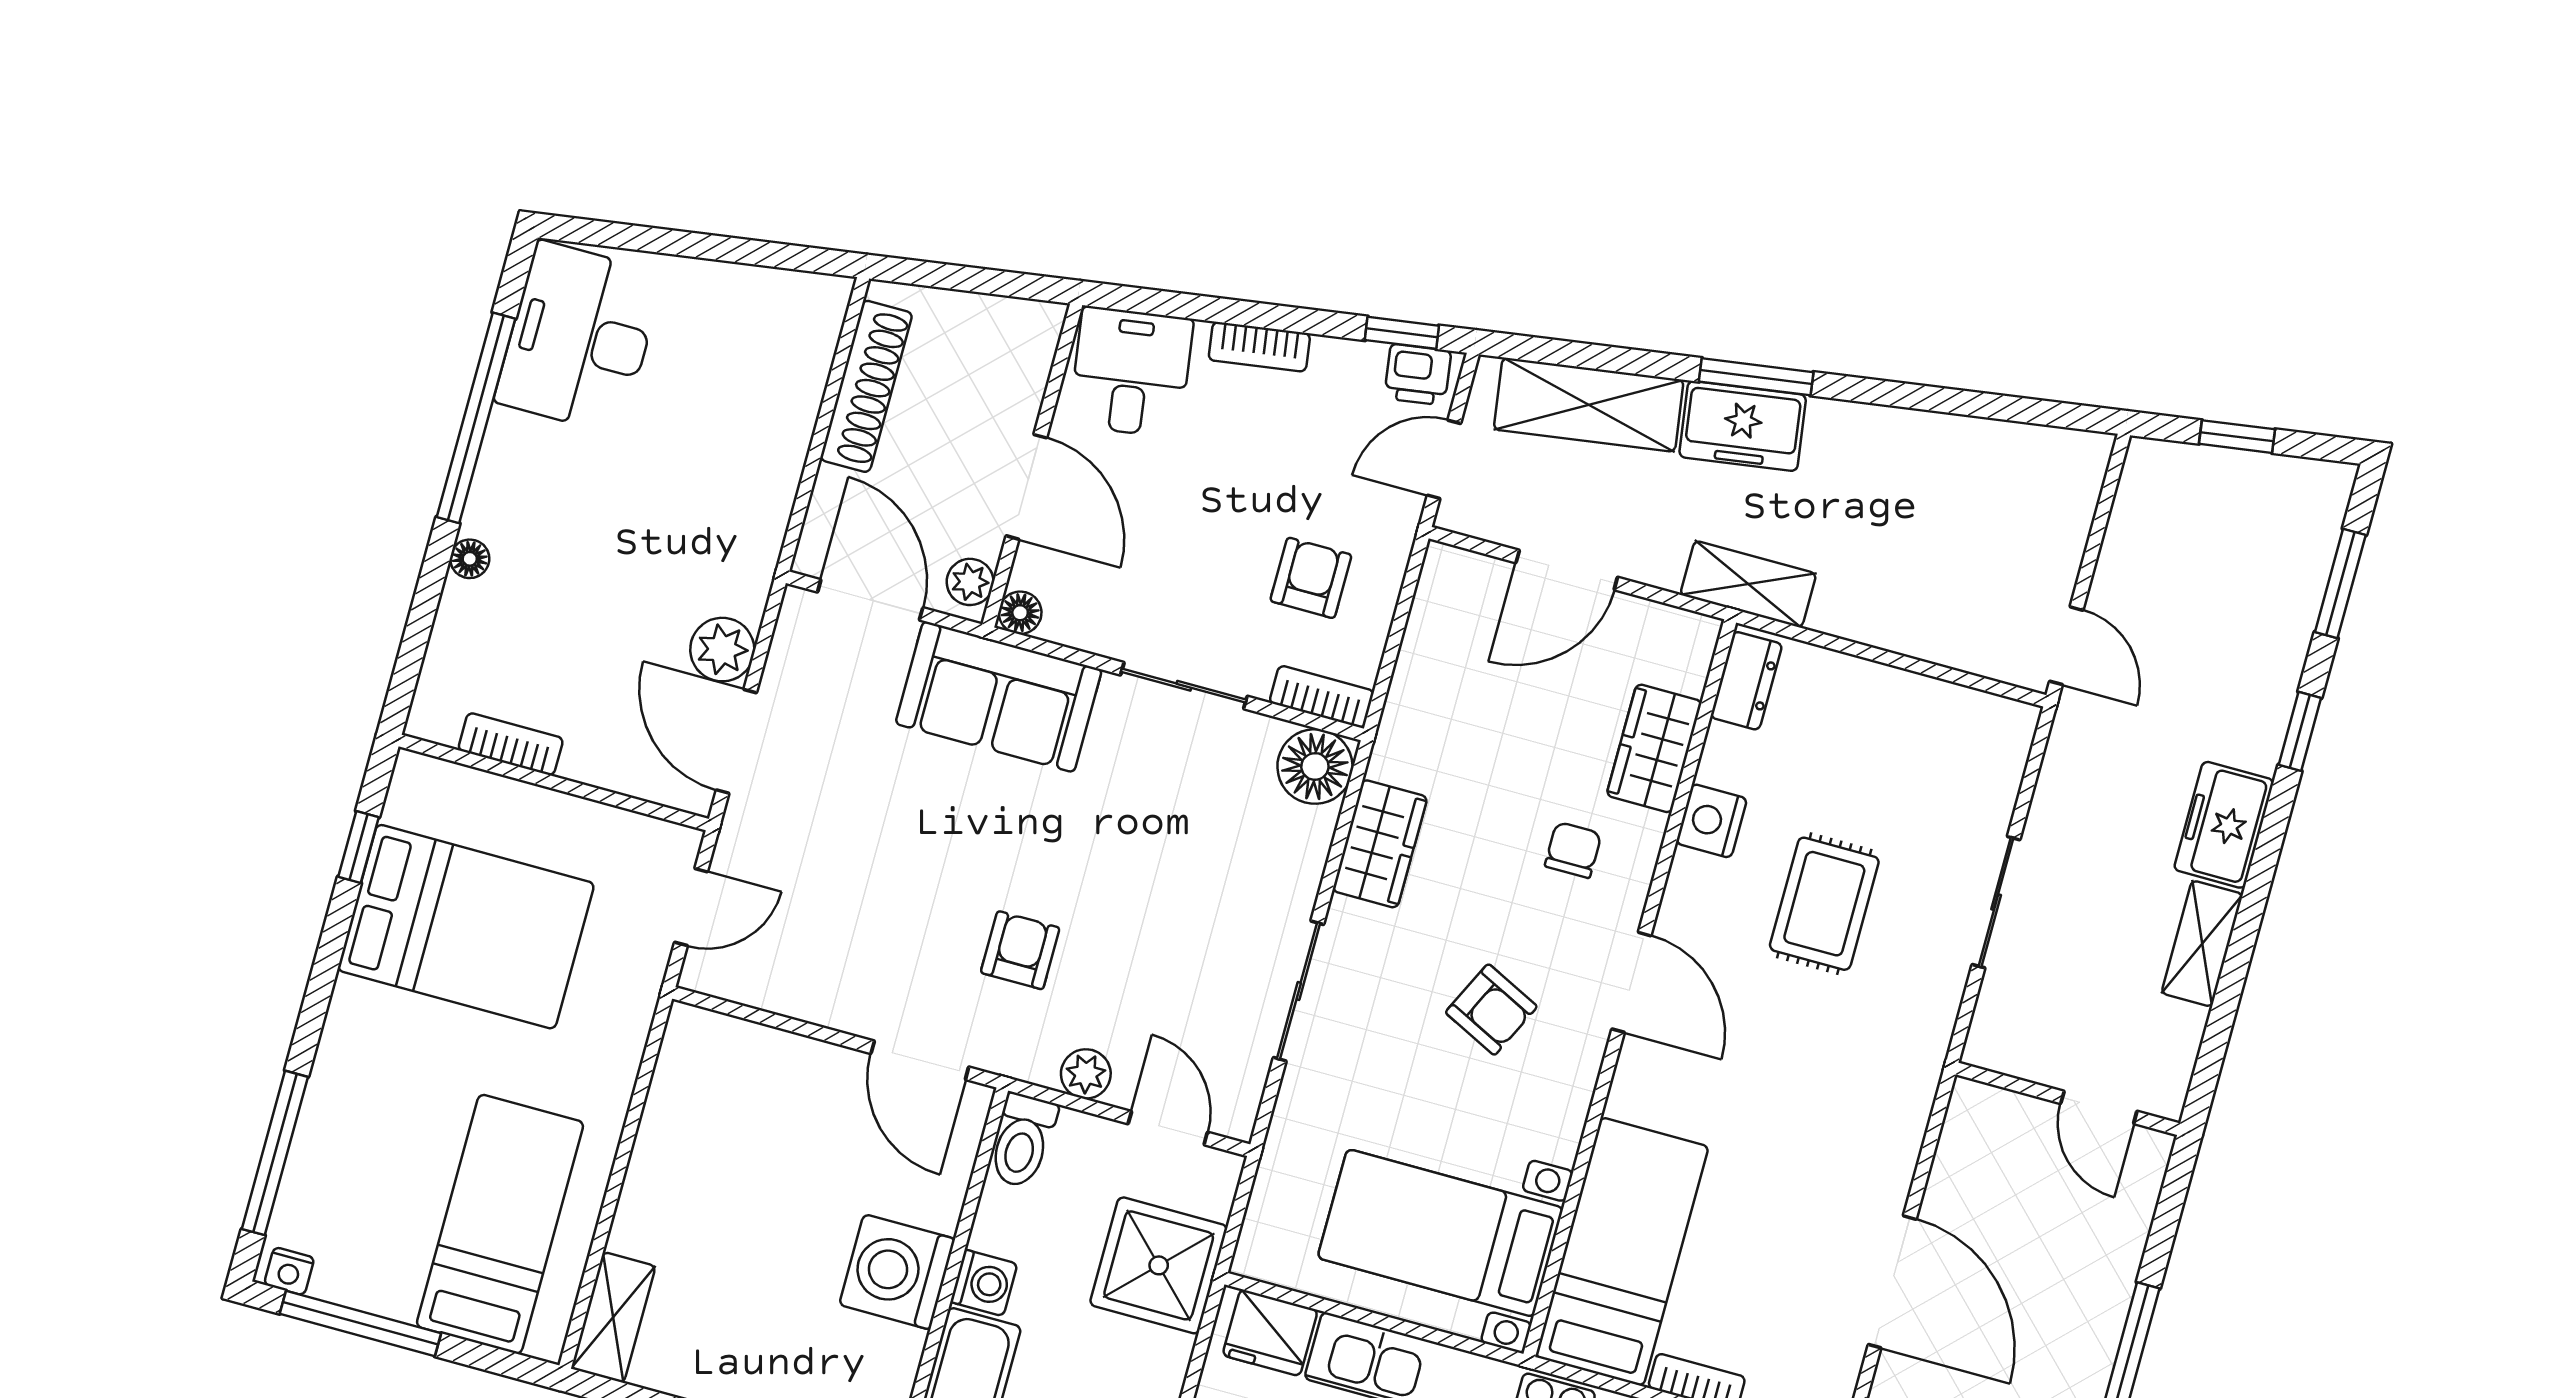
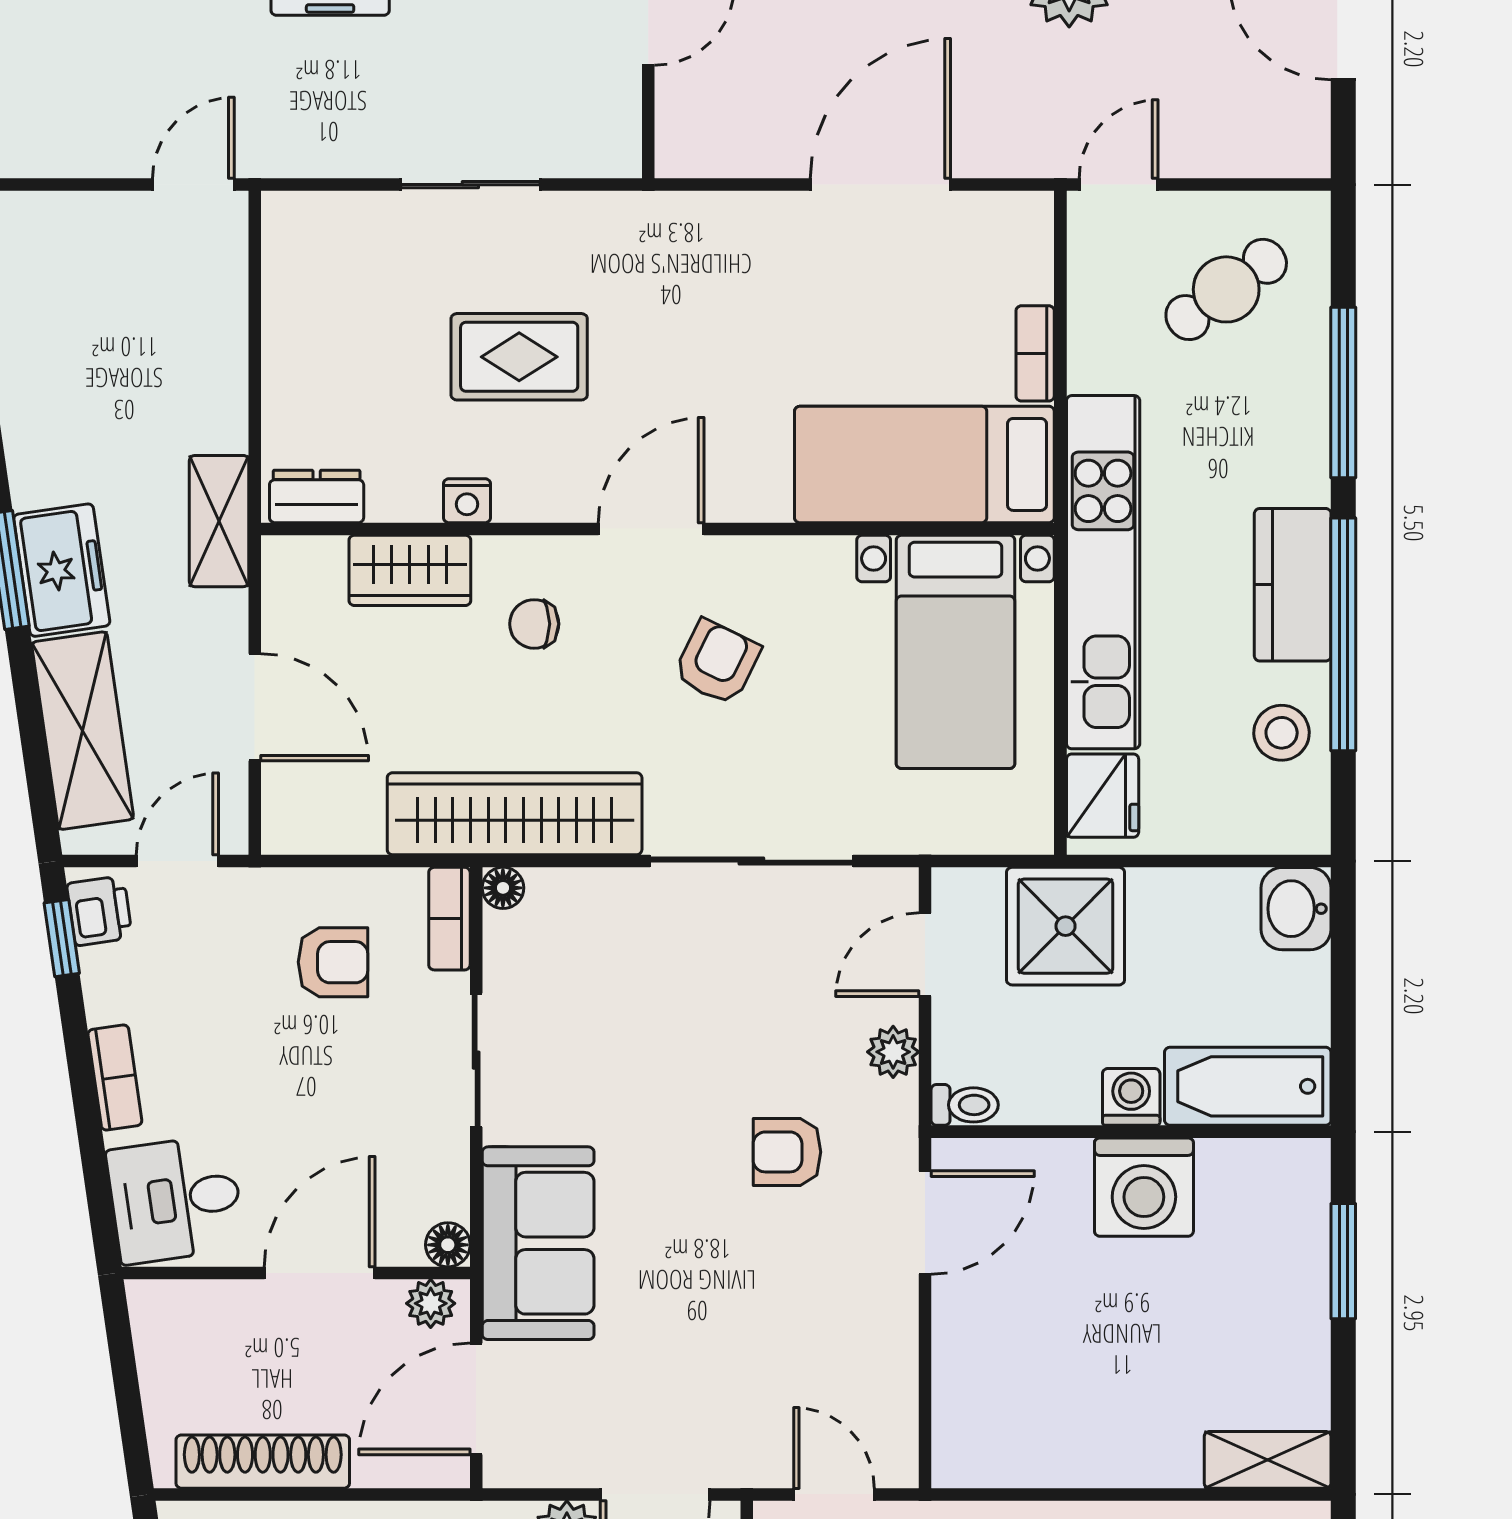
door: (1444, 459) -> (177, 861), swing flipped
armchair: (1311, 578) -> (333, 962), turned 180
floor lamp: (1315, 766) -> (503, 888), width x0.53, depth x0.53
nightstand: (1711, 821) -> (467, 501), width x0.72, depth x0.74
wardrobe: (1380, 844) -> (515, 814), width x2.10, depth x1.17
sliding door: (1298, 991) -> (751, 861), width x1.37
toilet: (1022, 1141) -> (965, 1105), width x0.73, depth x0.72

